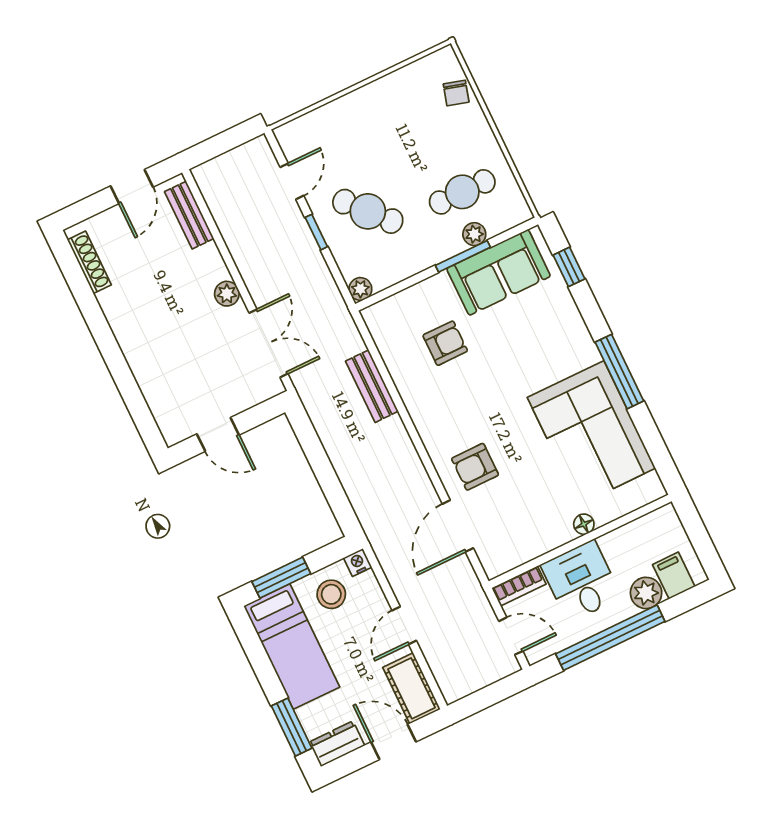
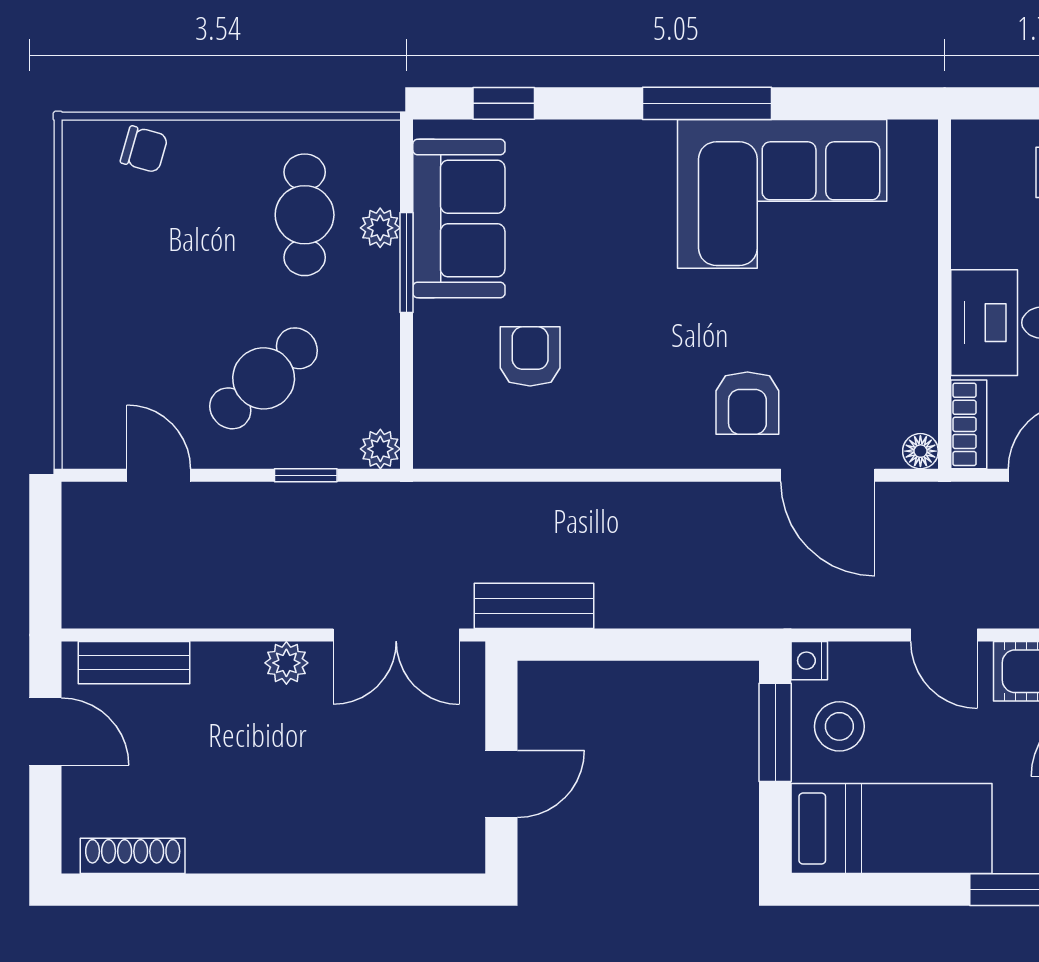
window: (316, 232) -> (306, 475), moved
double door: (268, 343) -> (396, 635), swing flipped
bench: (372, 386) -> (534, 606), moved
floor lamp: (584, 524) -> (920, 451), moved
window: (281, 578) -> (775, 732), moved

